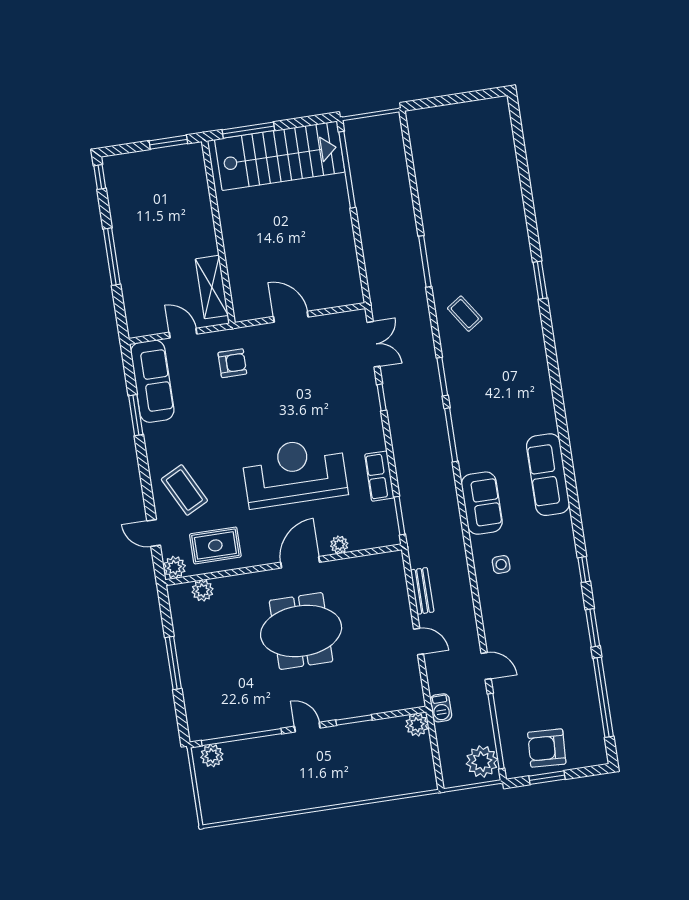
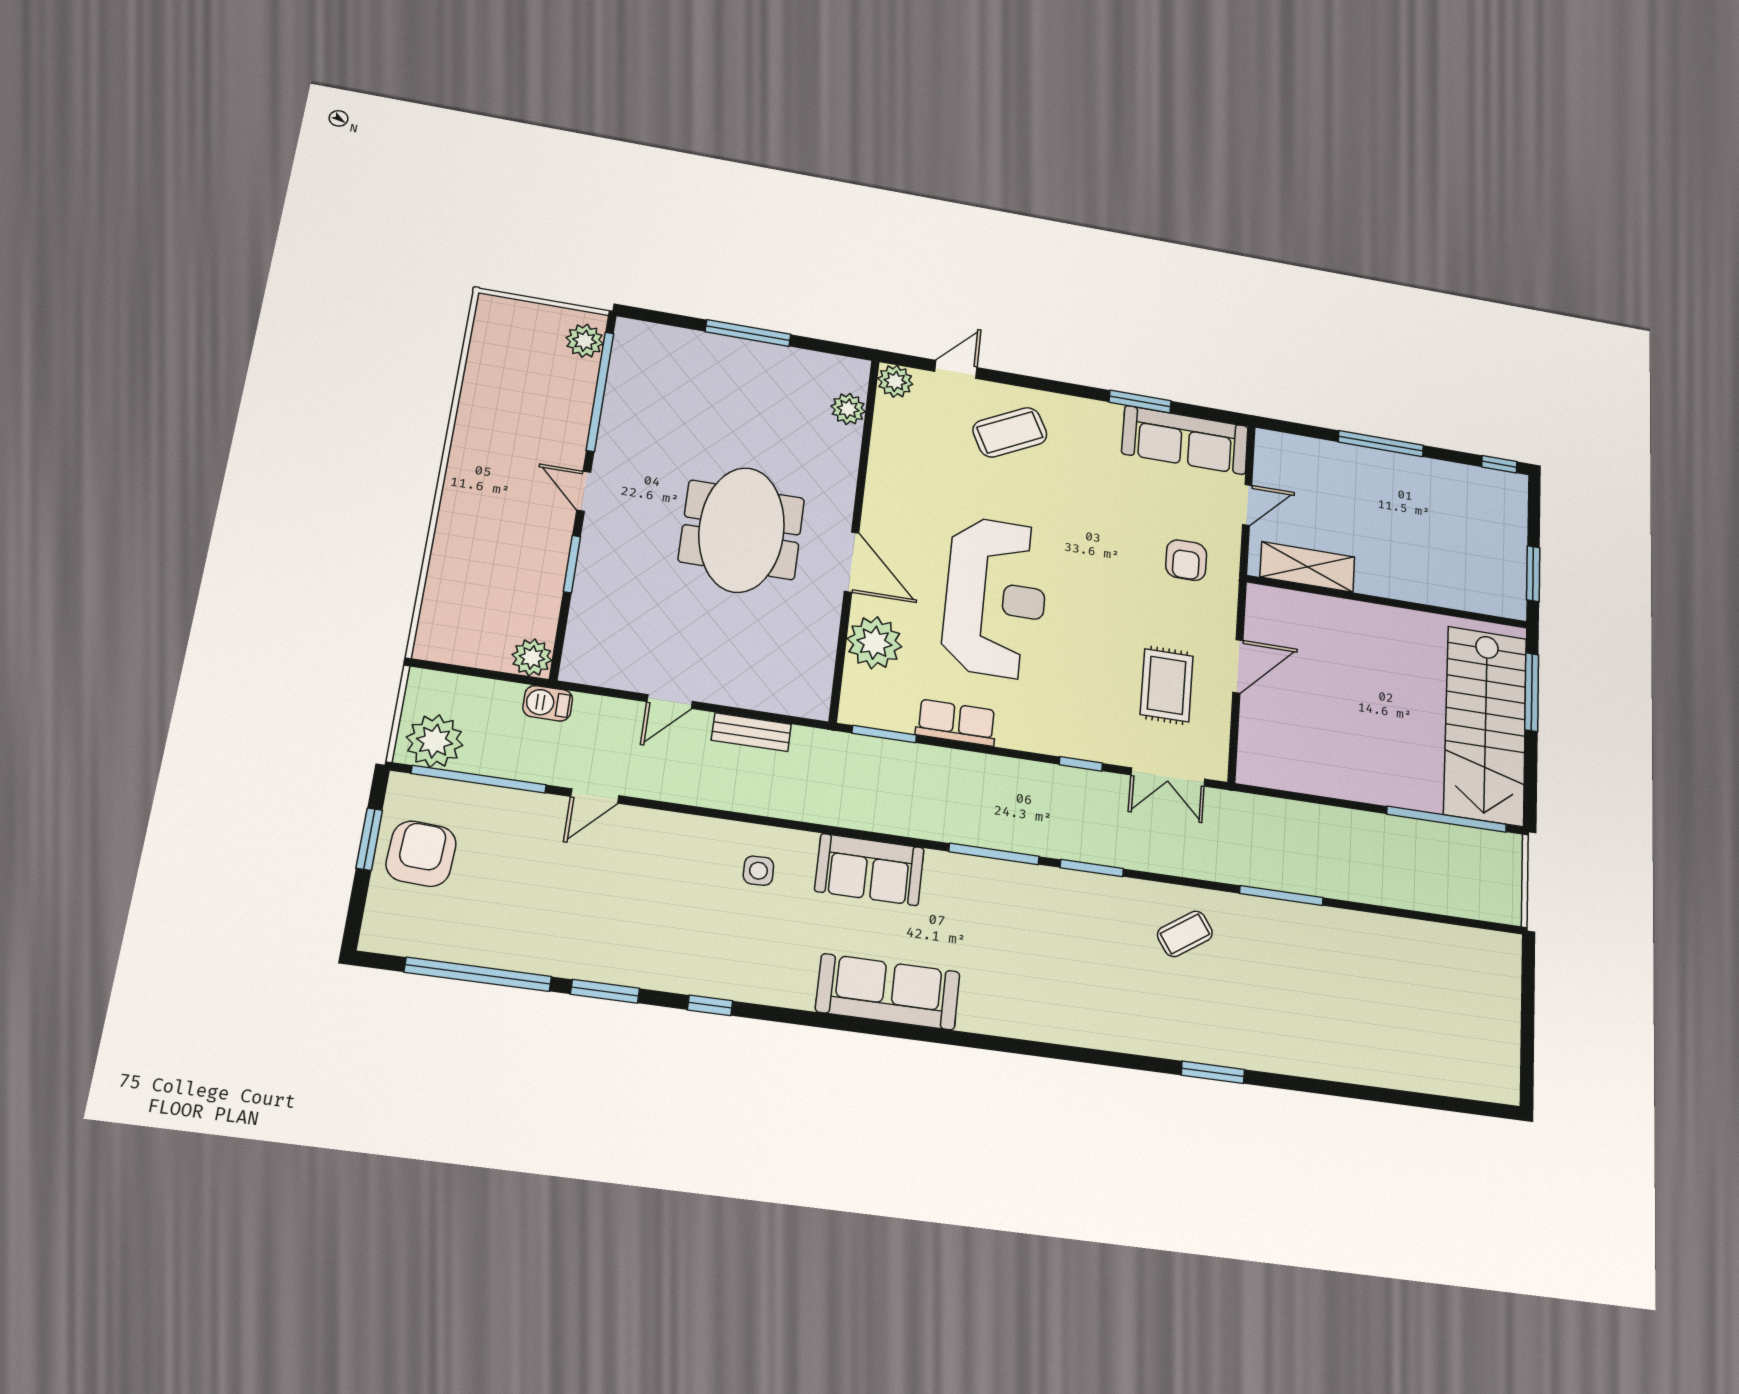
rug: (215, 545) -> (1167, 685), moved
plant: (339, 545) -> (874, 643), width x1.87, depth x1.87
door: (307, 727) -> (584, 491), swing flipped

